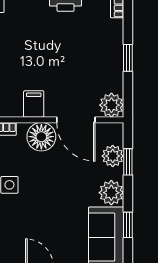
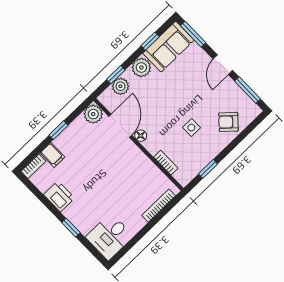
filing cabinet: (34, 104) -> (52, 155), moved, turned -90
floor lamp: (41, 137) -> (141, 136), width x0.53, depth x0.53

